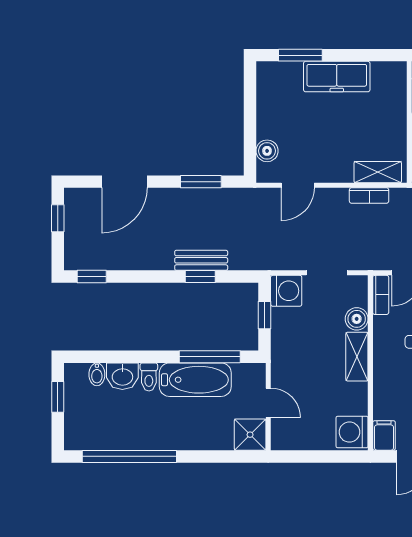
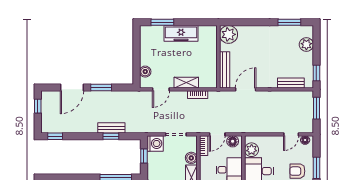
shelving: (378, 172) -> (186, 83), moved
window: (201, 182) -> (101, 87), moved

